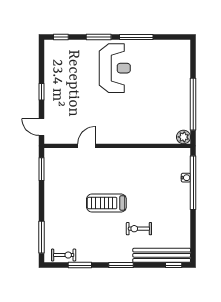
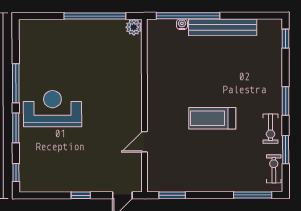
door: (87, 146) -> (144, 142), hinge flipped
treadmill: (106, 203) -> (212, 118), turned 90
exercise bike: (139, 229) -> (270, 129), moved
bench: (162, 255) -> (223, 27), moved, turned 90

